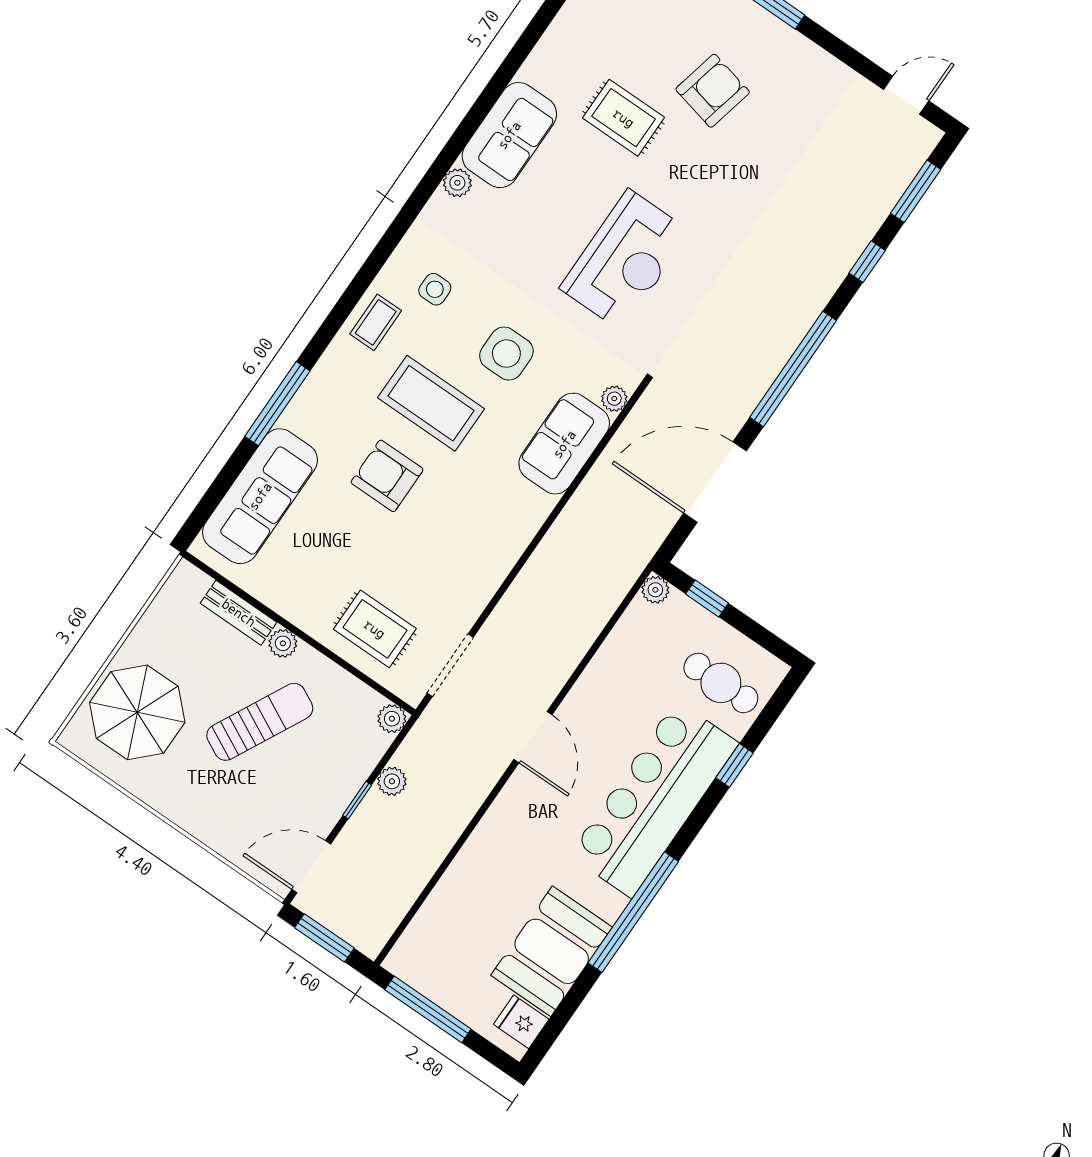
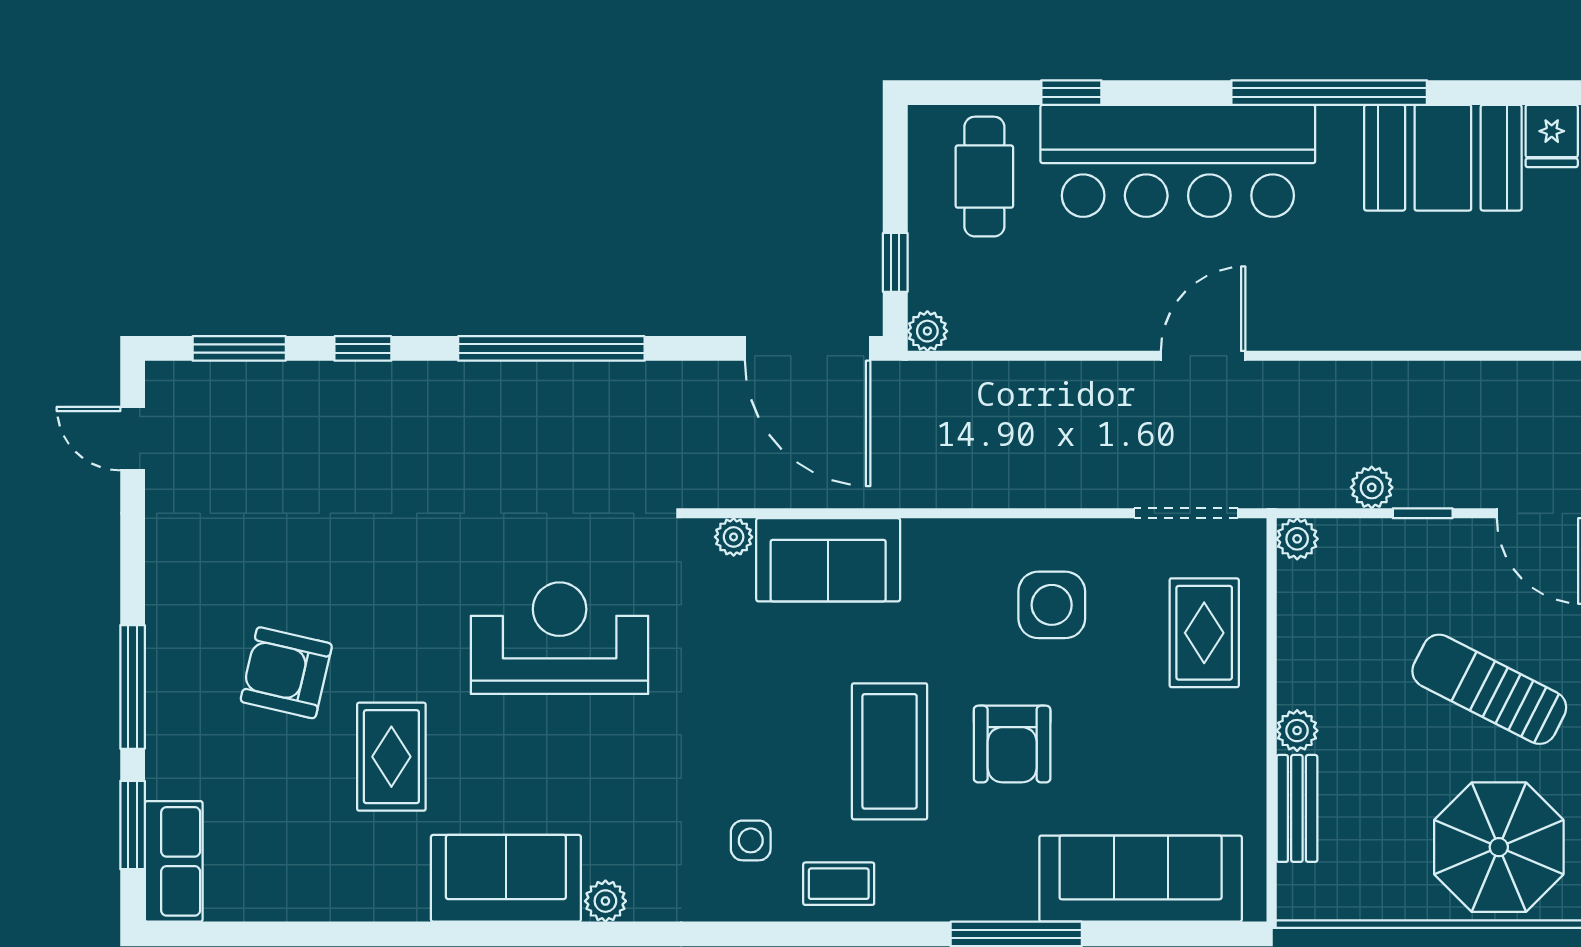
side table: (506, 354) -> (1052, 605), moved
door: (715, 482) -> (808, 348), moved
sun lounger: (260, 722) -> (1489, 689), moved

